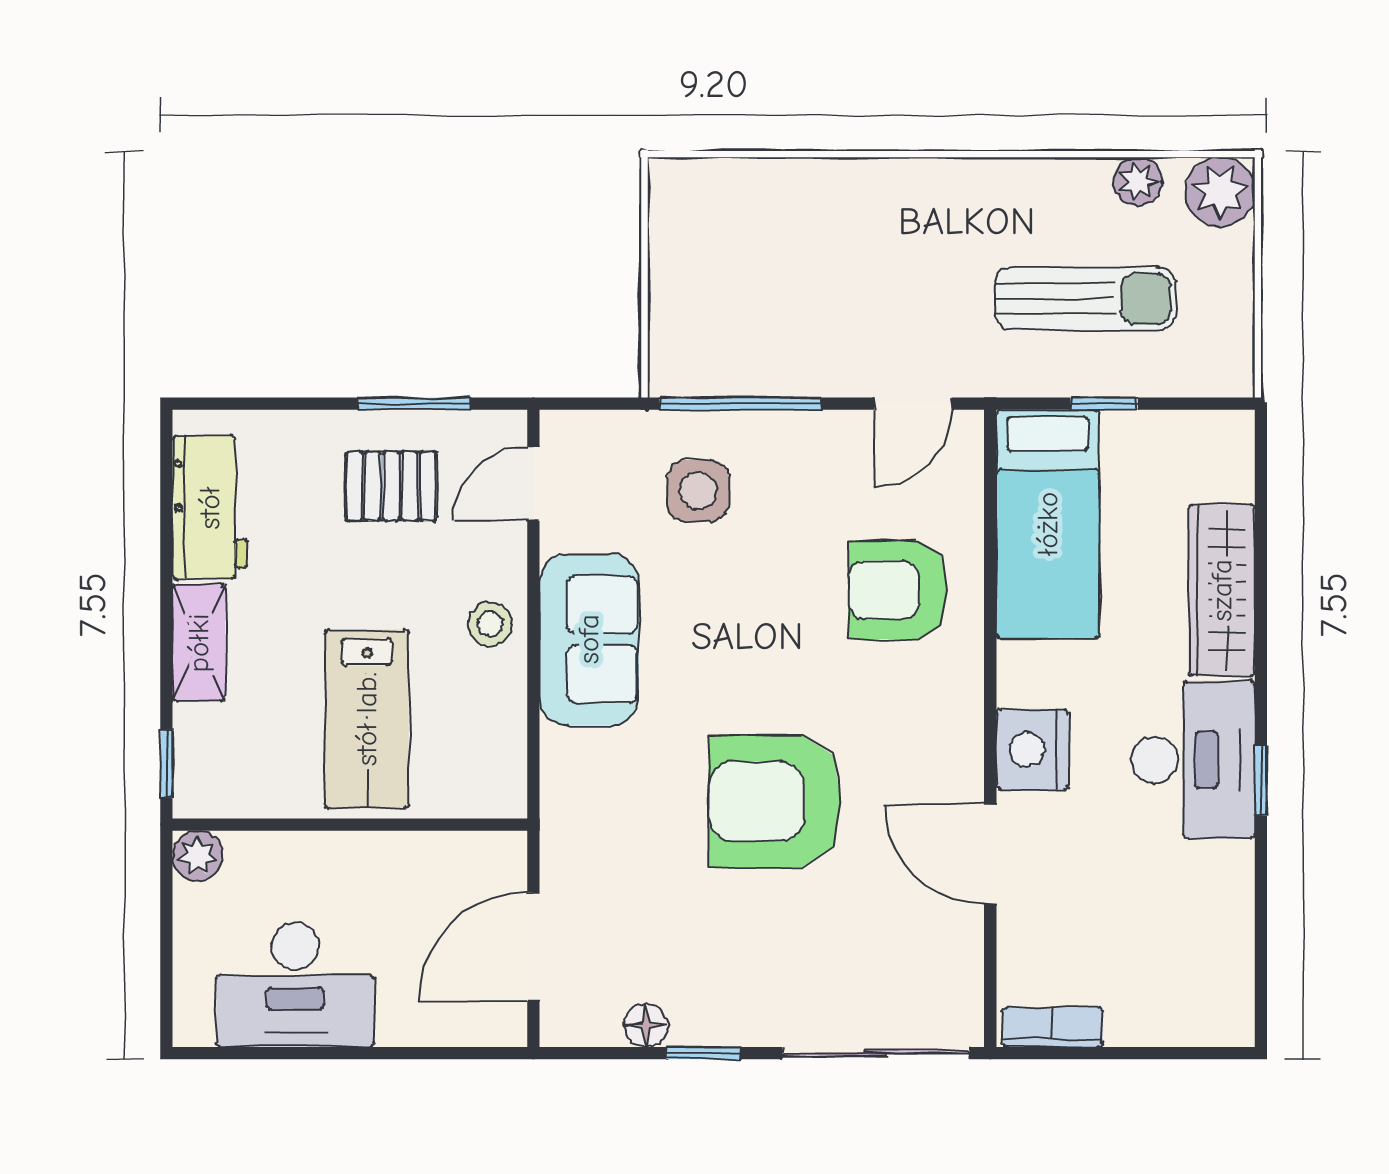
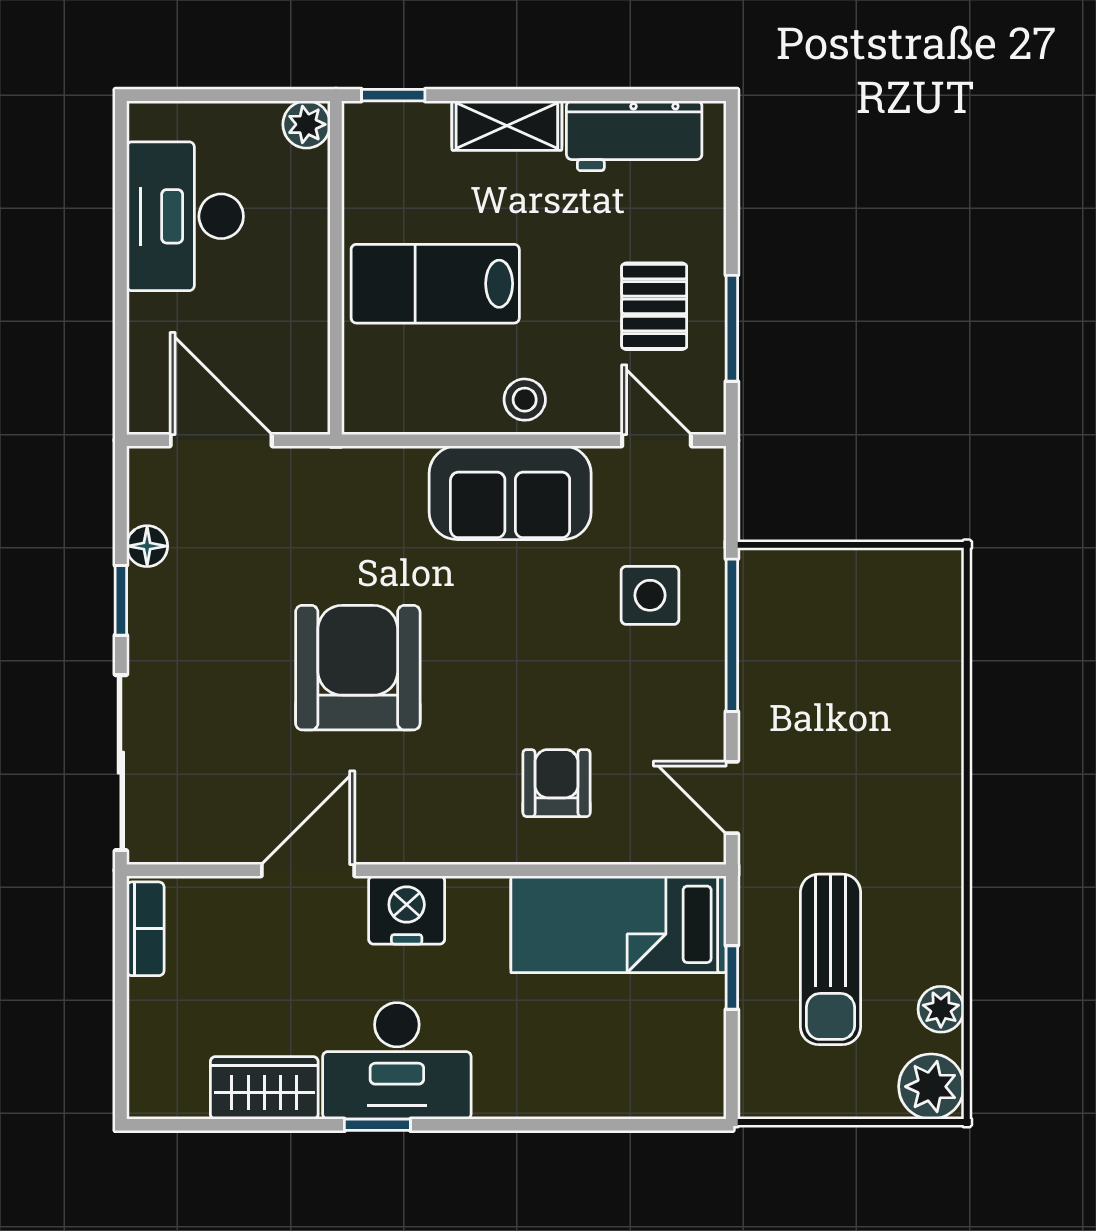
armchair: (898, 590) -> (557, 783), width x0.72, depth x0.72
wardrobe: (1222, 590) -> (264, 1088), moved, width x0.67

